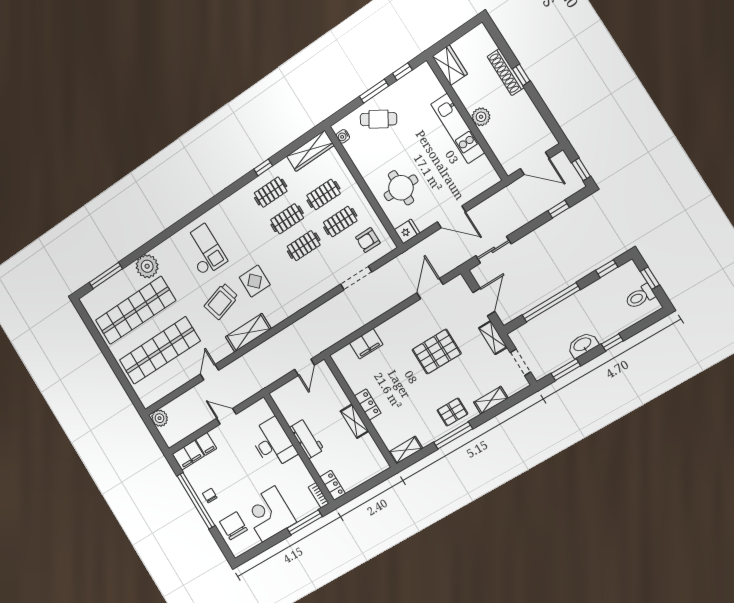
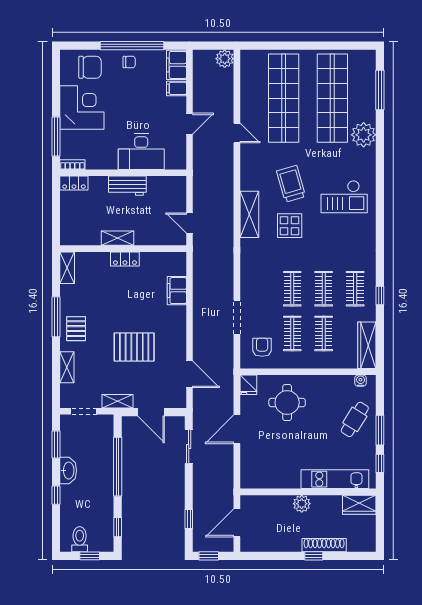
kitchen unit: (458, 128) -> (335, 479), moved
shelving: (248, 333) -> (249, 214), moved
pallet: (437, 352) -> (134, 347), turned 90

